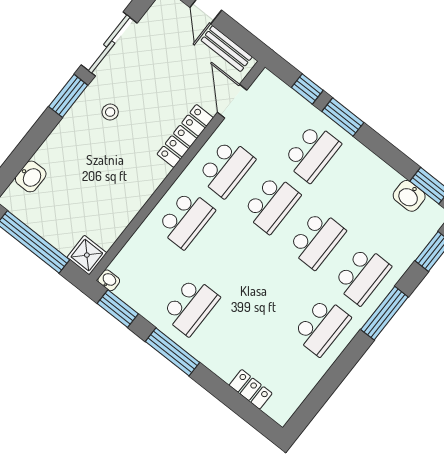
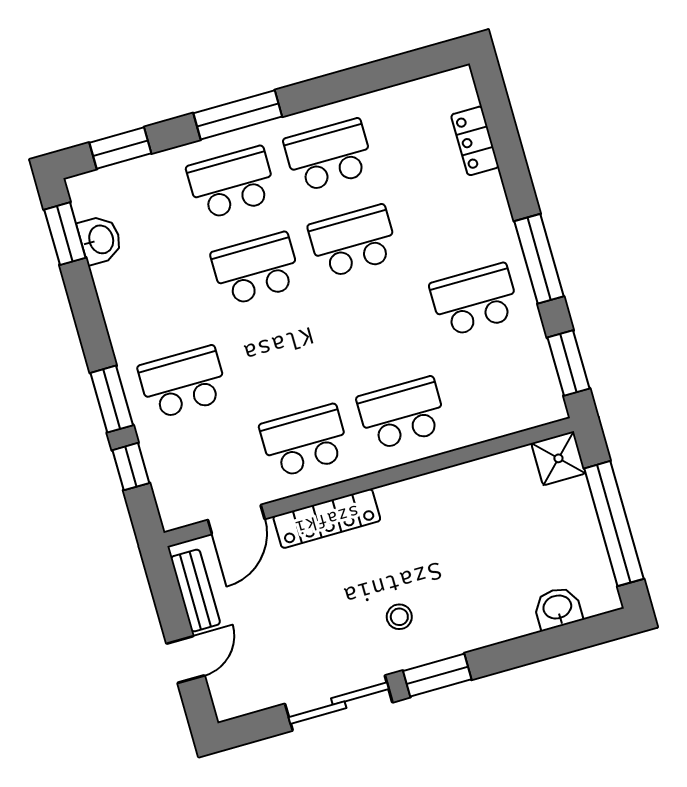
school desk: (271, 204) -> (353, 241), moved
washbasin: (109, 280) -> (554, 407), removed

